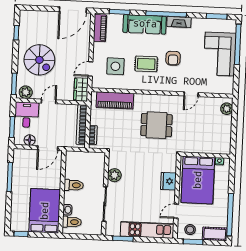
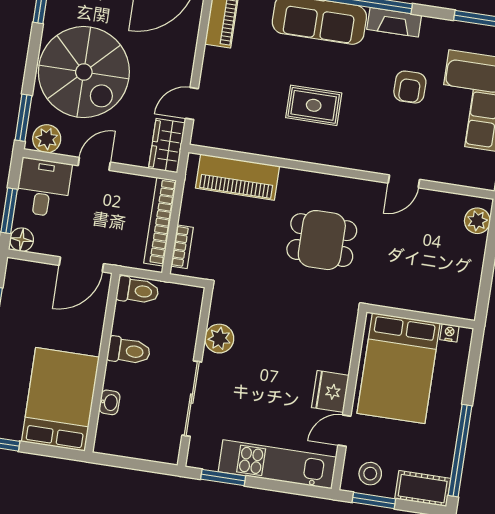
armchair: (173, 58) -> (410, 87), moved
spiral stairs: (39, 60) -> (84, 72), width x1.37, depth x1.37
side table: (115, 66) -> (247, 103), removed
floor lamp: (30, 140) -> (22, 240), moved
fridge: (168, 181) -> (330, 391), moved
toilet: (72, 222) -> (138, 291), moved

